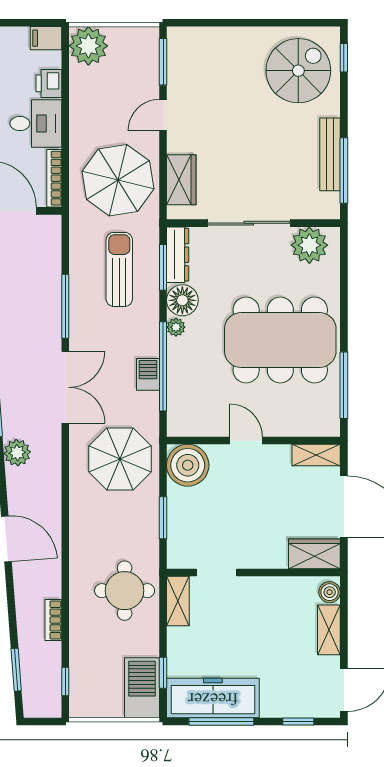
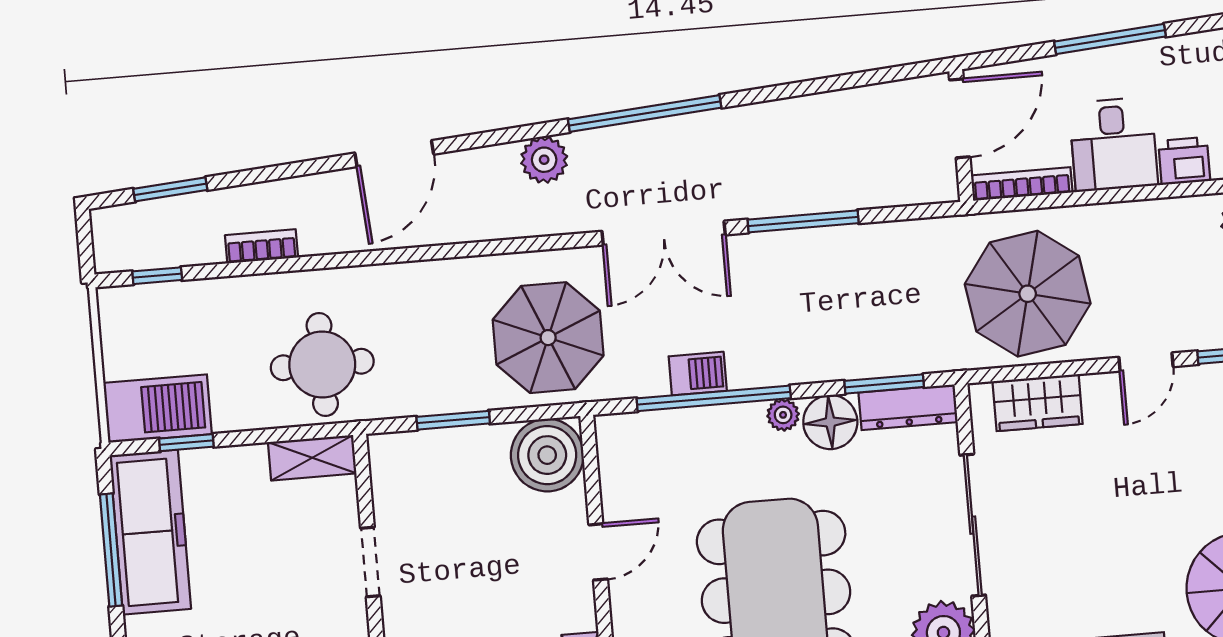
door: (163, 115) -> (1146, 362), swing flipped
sun lounger: (119, 269) -> (874, 309), removed
doorway: (217, 572) -> (370, 562), moved

